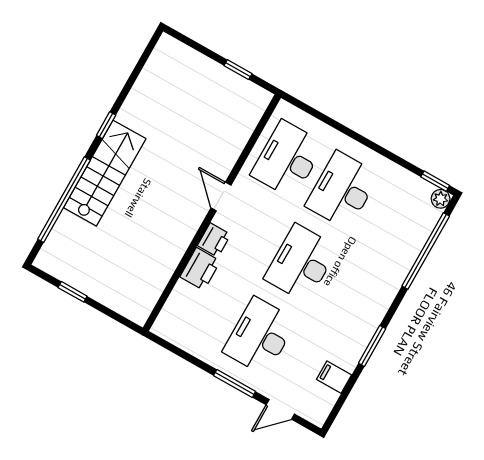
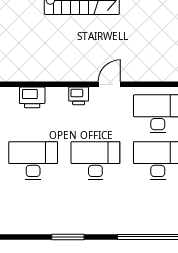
printer: (200, 269) -> (32, 97), moved
filing cabinet: (334, 377) -> (34, 224), removed

